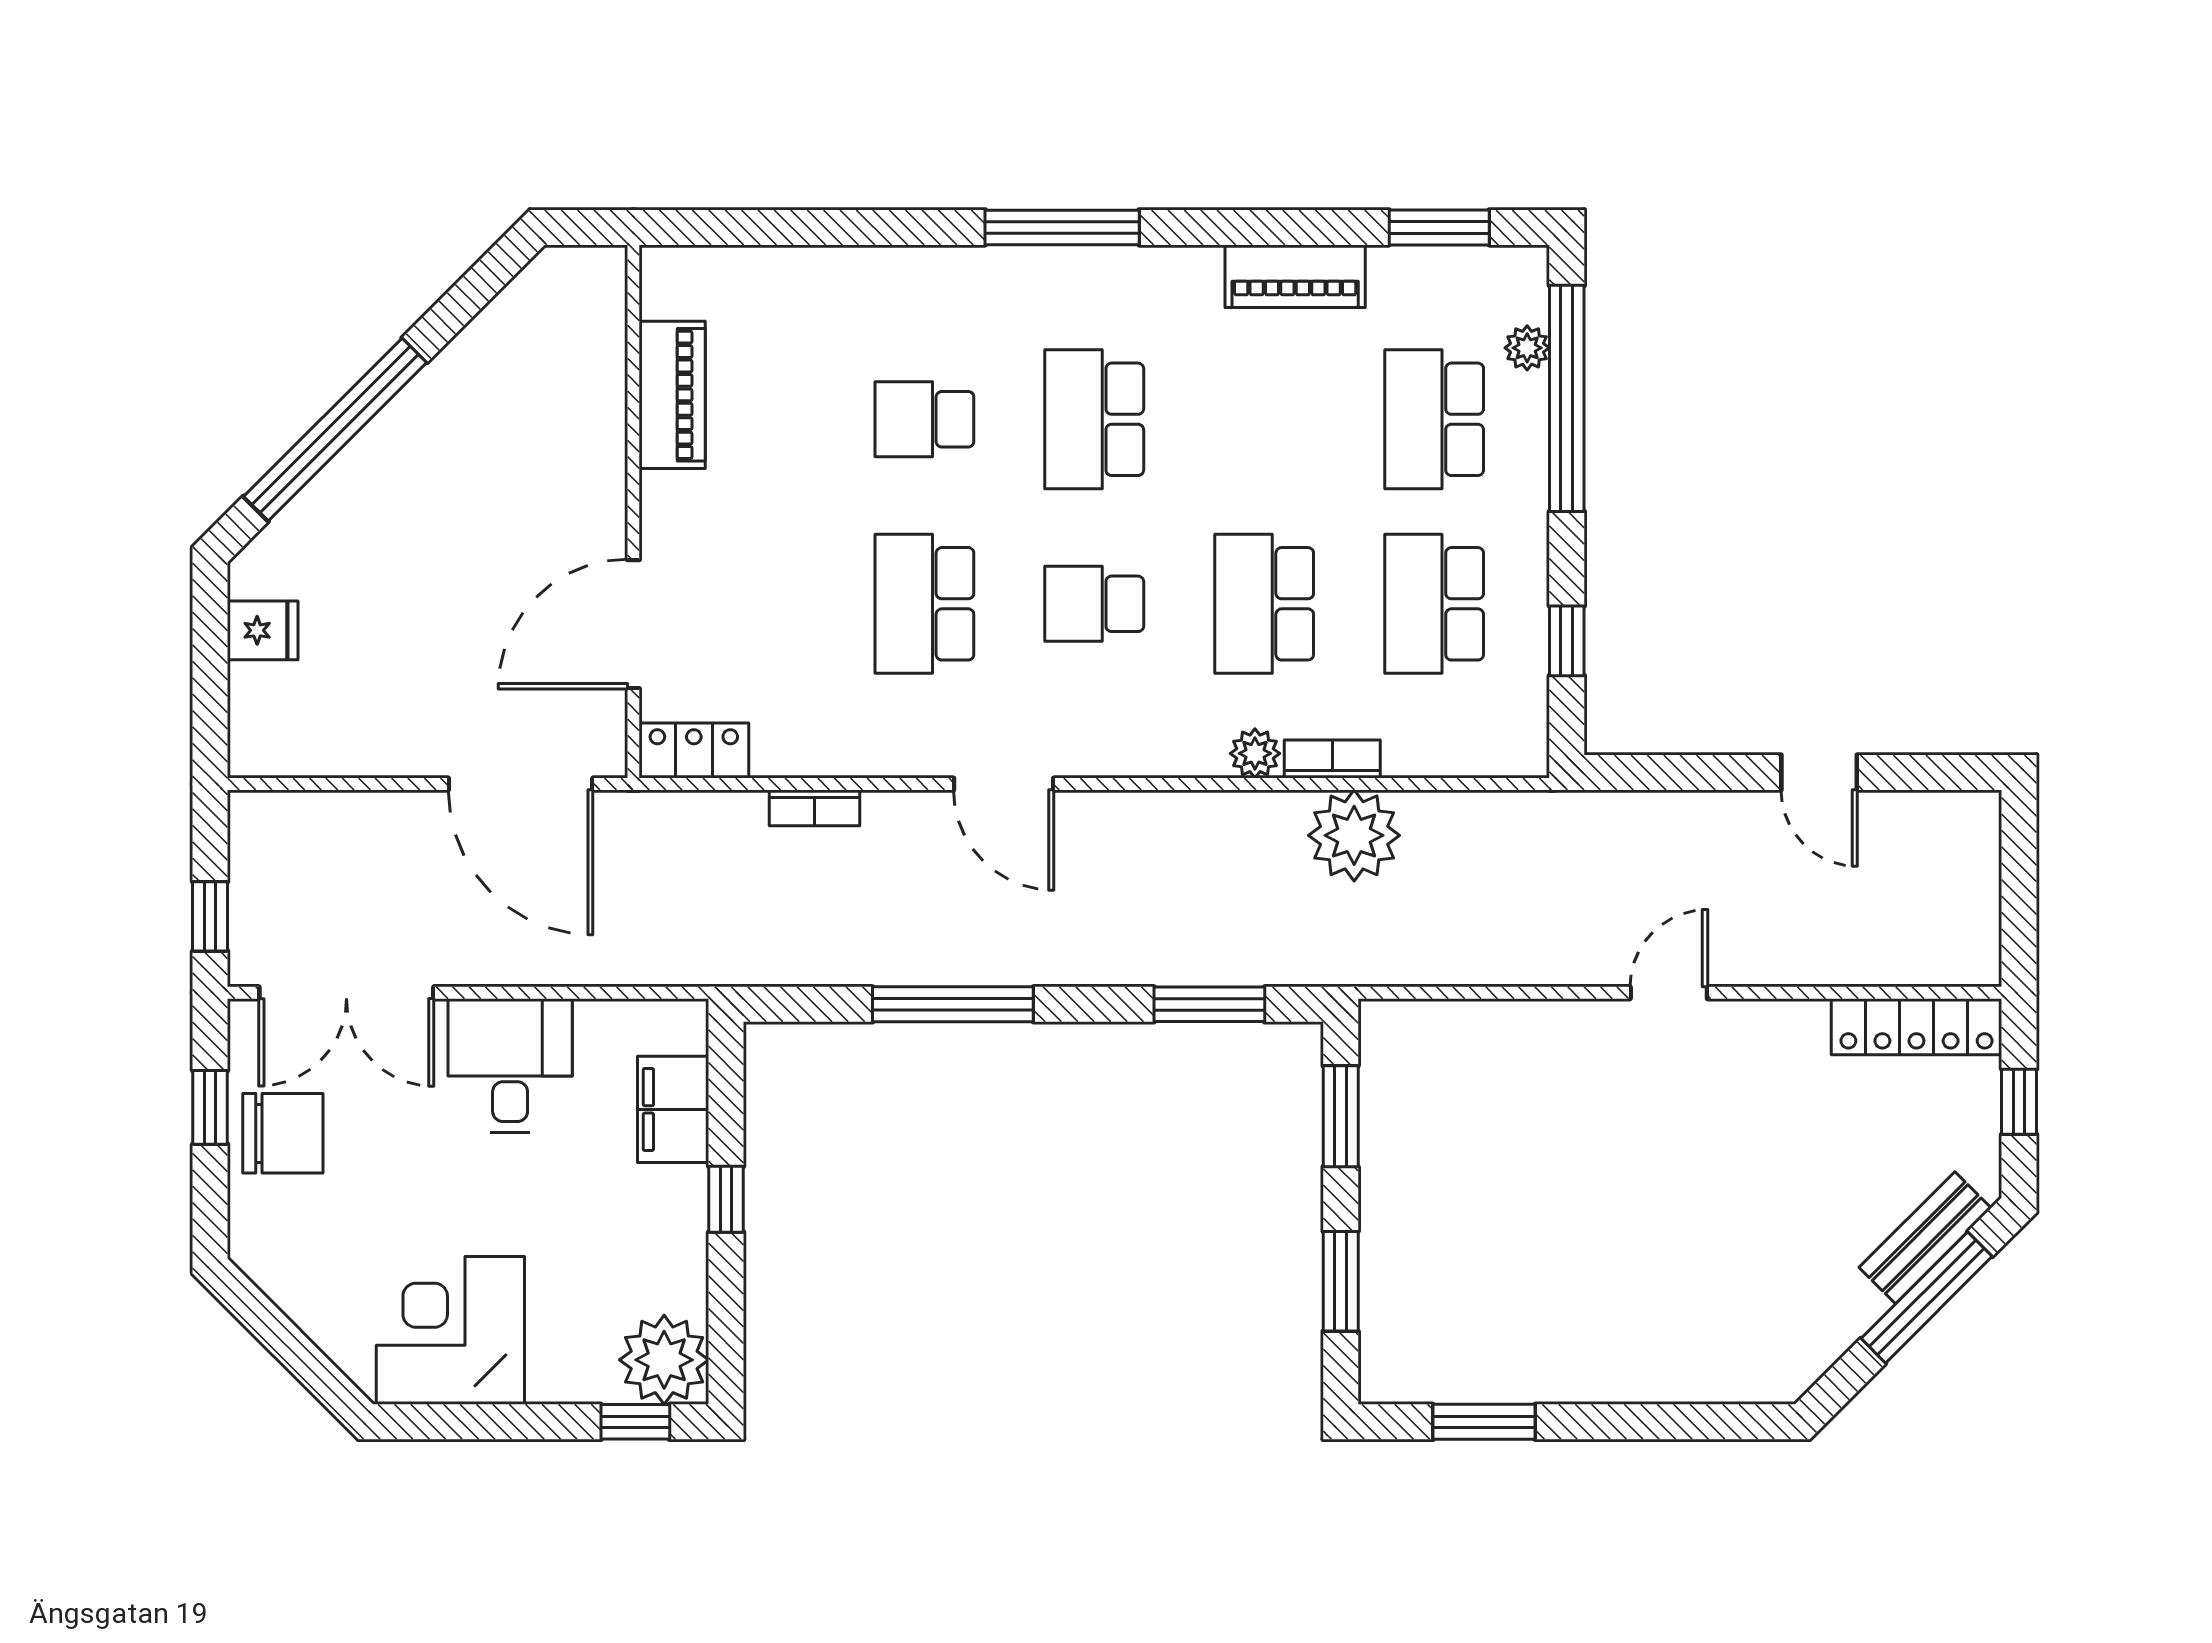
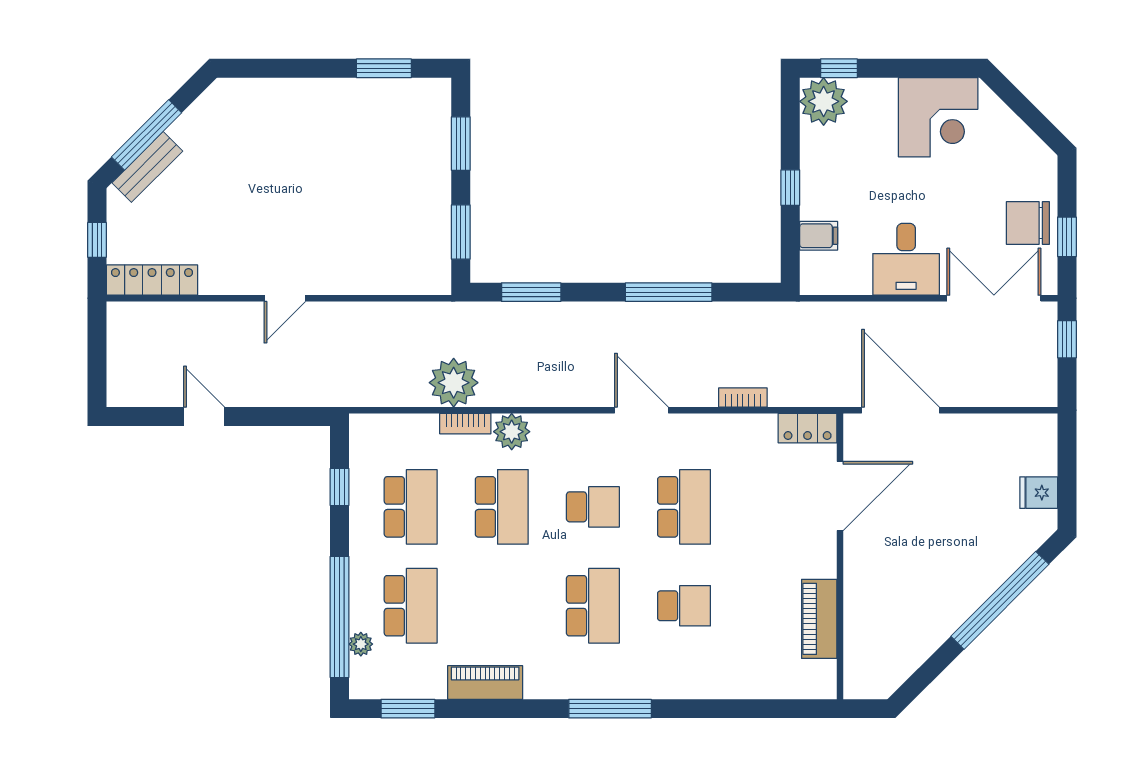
plant: (1255, 753) -> (512, 432), width x1.38, depth x1.38
filing cabinet: (673, 1109) -> (819, 236), width x0.50

